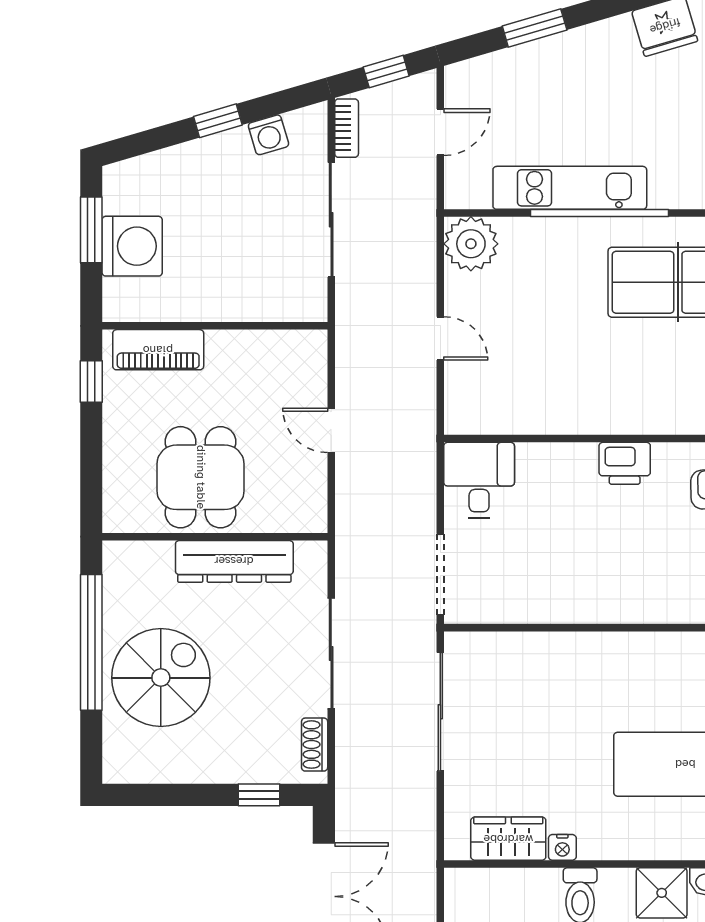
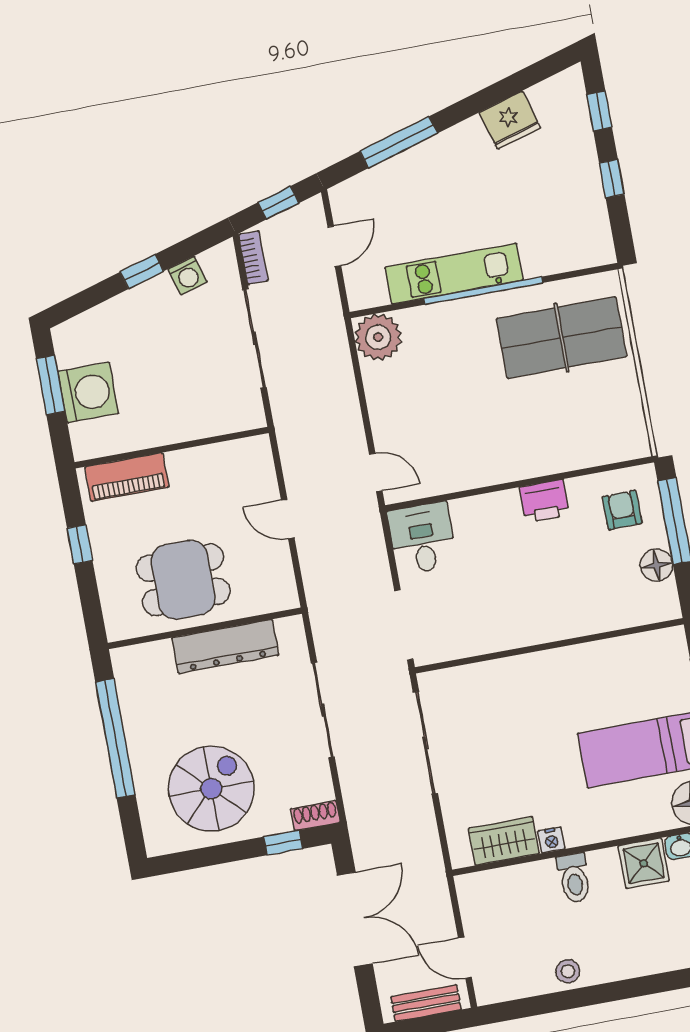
window: (535, 28) -> (399, 142), width x1.44
door: (440, 338) -> (376, 472), moved
window: (91, 381) -> (80, 544), moved
dining table: (201, 477) -> (183, 580), turned 90
spiral stairs: (161, 678) -> (211, 789), moved
shoe rack: (315, 745) -> (315, 816), moved, turned 90

